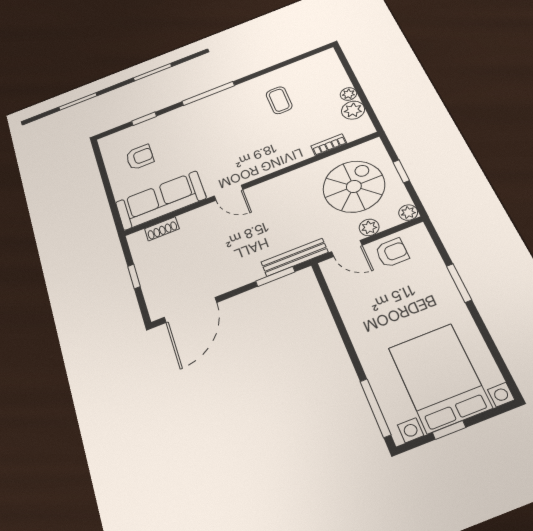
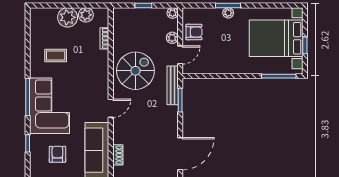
plant: (348, 94) -> (68, 17), width x1.87, depth x1.87
corner sofa: (205, 122) -> (50, 106), added
spiral stairs: (354, 186) -> (135, 71), moved, turned 90
armchair: (392, 253) -> (194, 32), turned 90
plant: (447, 288) -> (228, 13), added
door: (191, 310) -> (180, 154), hinge flipped

